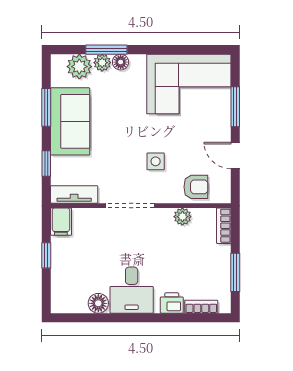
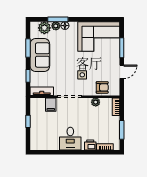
door: (235, 155) -> (122, 72), swing flipped
filing cabinet: (61, 222) -> (51, 105), moved
floor lamp: (98, 303) -> (54, 145), removed

